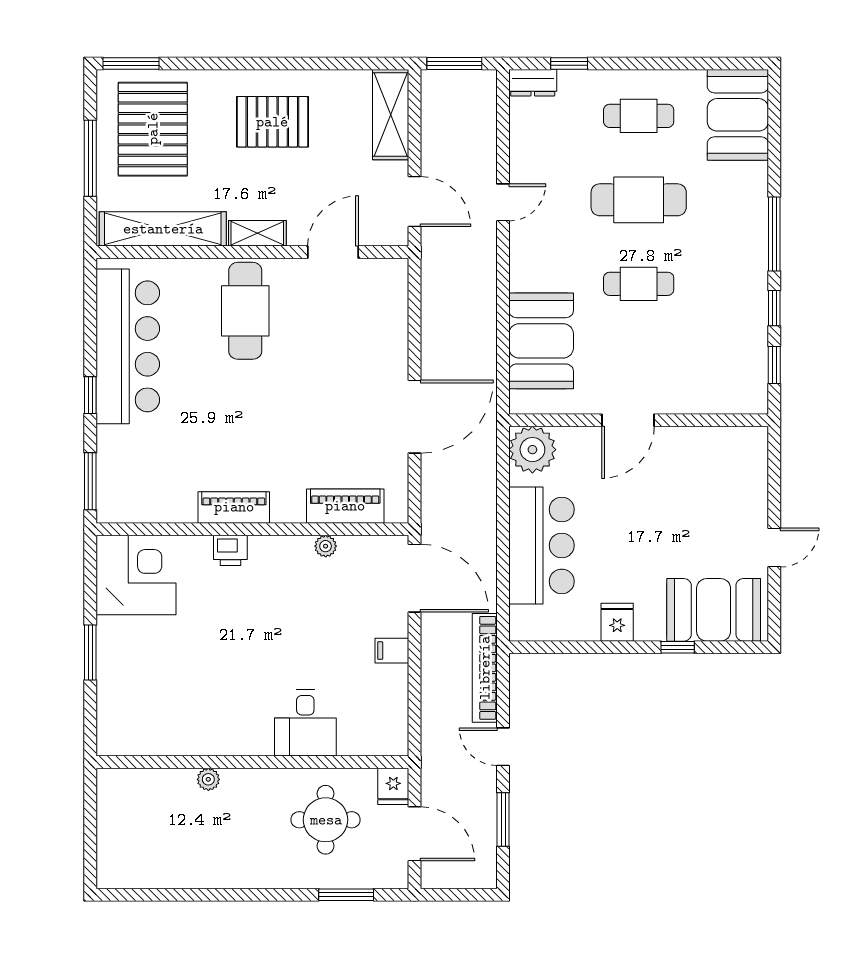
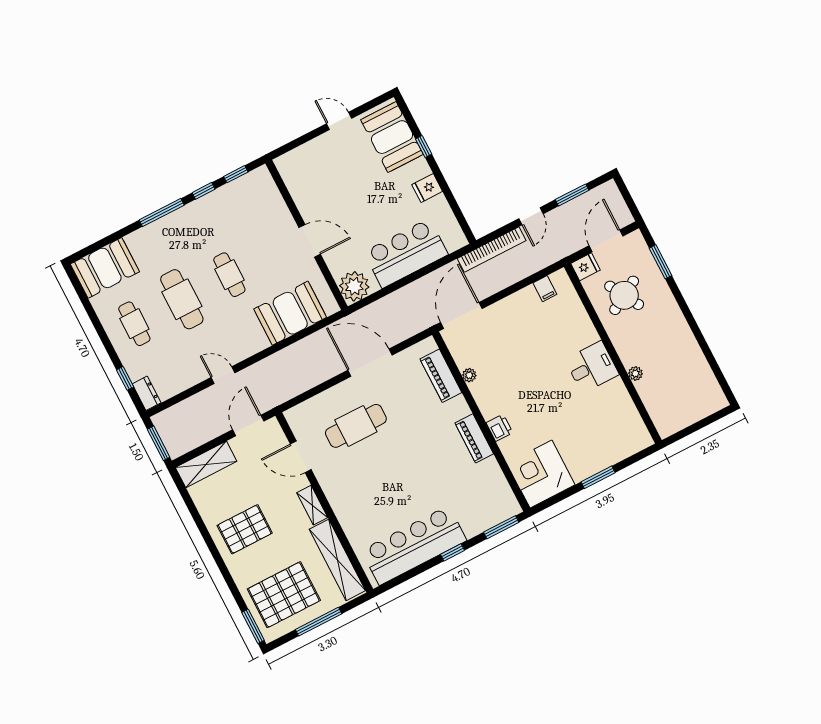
pallet: (272, 122) -> (245, 529), turned 90
cafe table: (245, 311) -> (356, 426), moved
filing cabinet: (392, 651) -> (545, 289), moved
desk: (305, 723) -> (592, 367), moved
round table: (326, 820) -> (624, 295), turned -30

